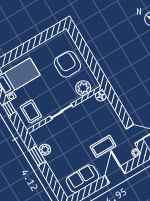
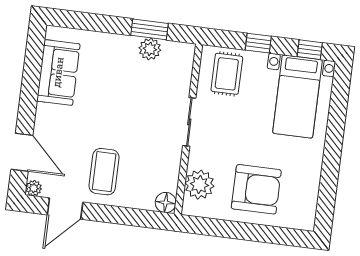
rug: (31, 111) -> (227, 74), turned 90
coffee table: (103, 146) -> (104, 172), moved
door: (115, 175) -> (22, 152), moved

